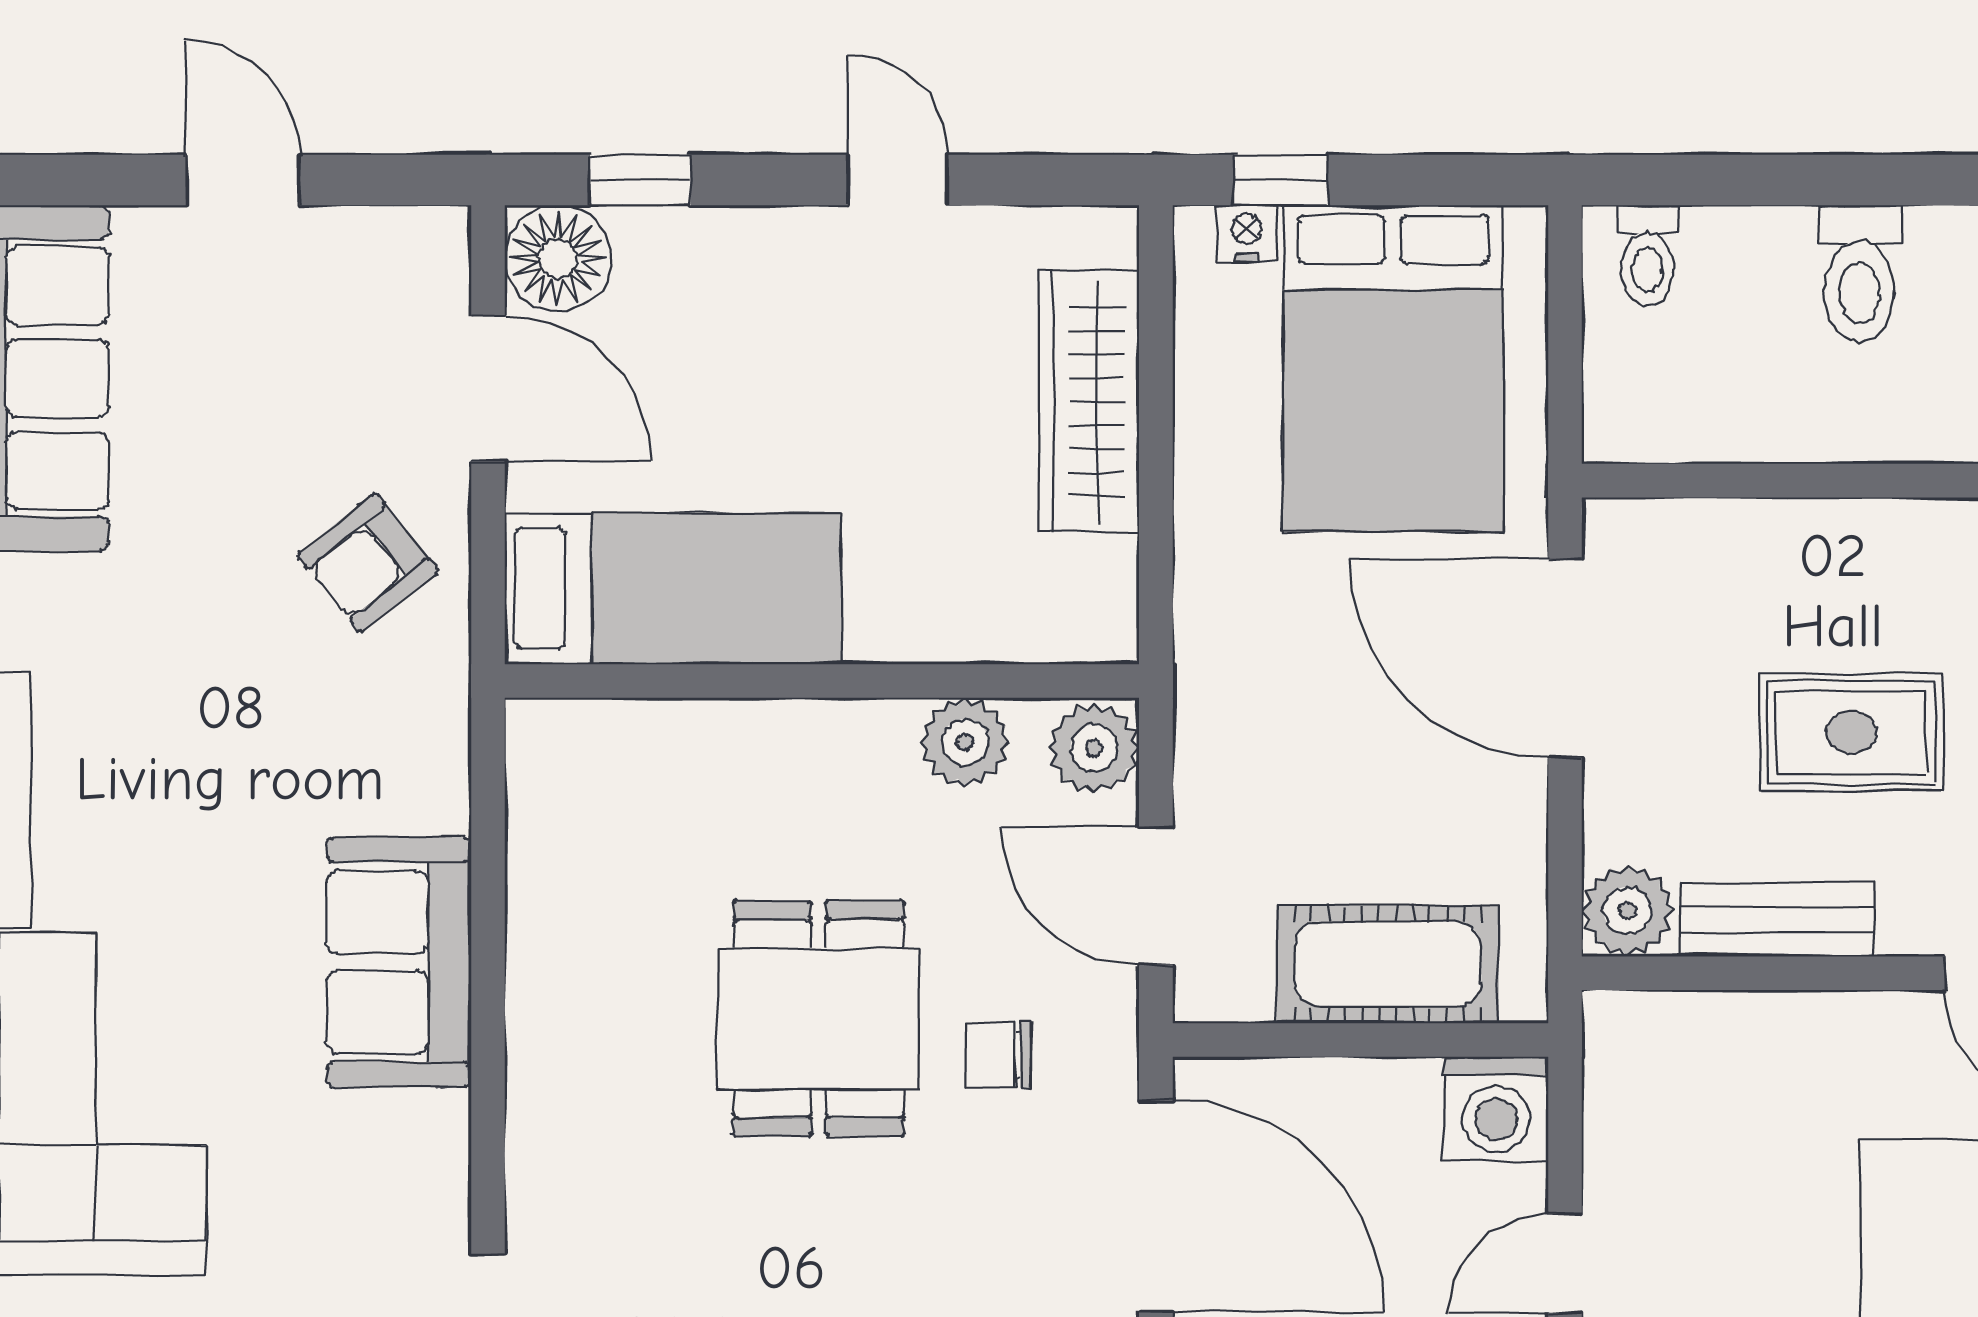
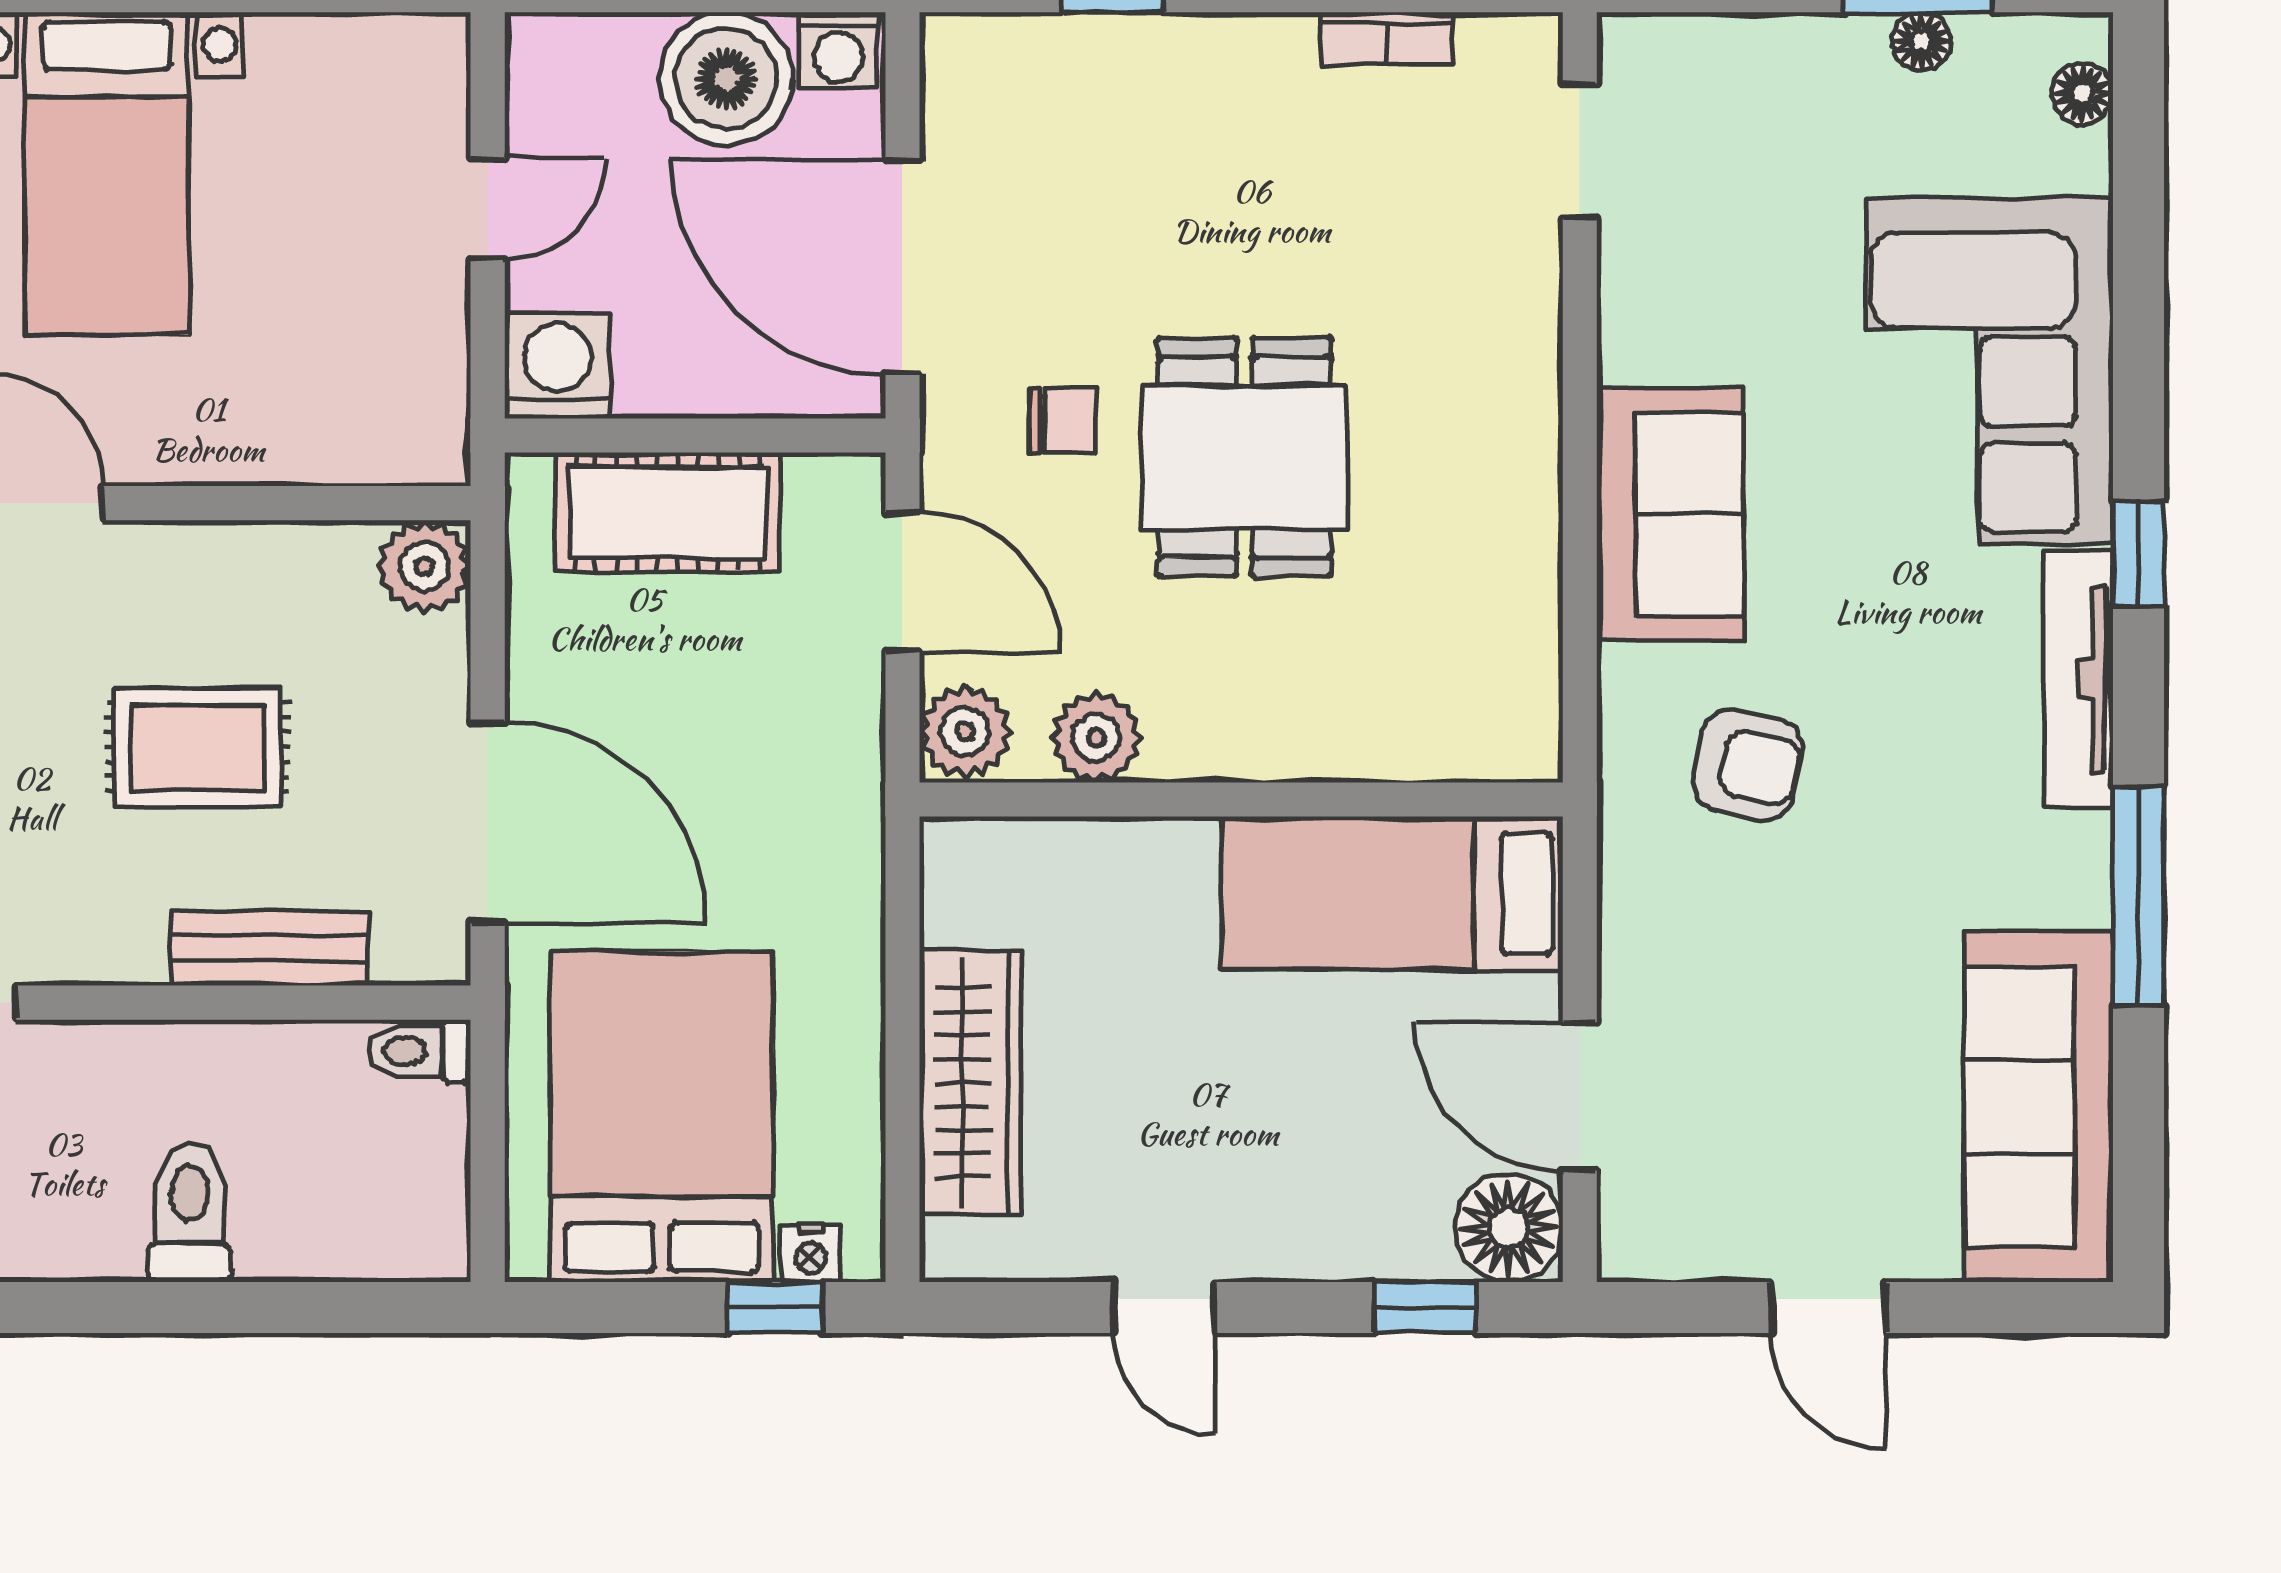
toilet: (1647, 256) -> (419, 1051), moved, turned -90
armchair: (368, 563) -> (1748, 765), moved, turned 51
bench: (1777, 920) -> (270, 948), moved

